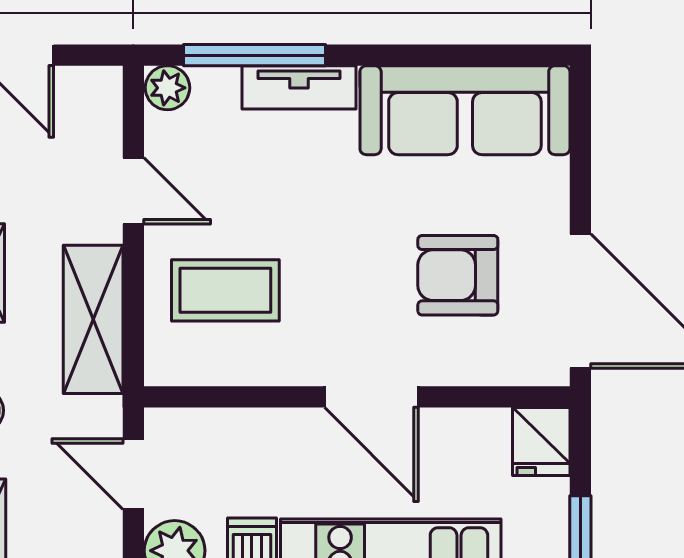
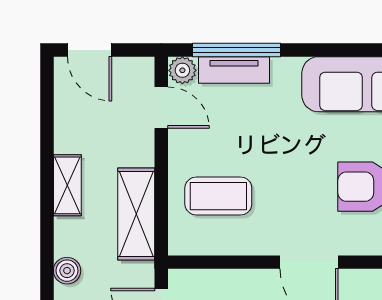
tv unit: (299, 87) -> (234, 70), moved
door: (133, 191) -> (161, 108), moved

